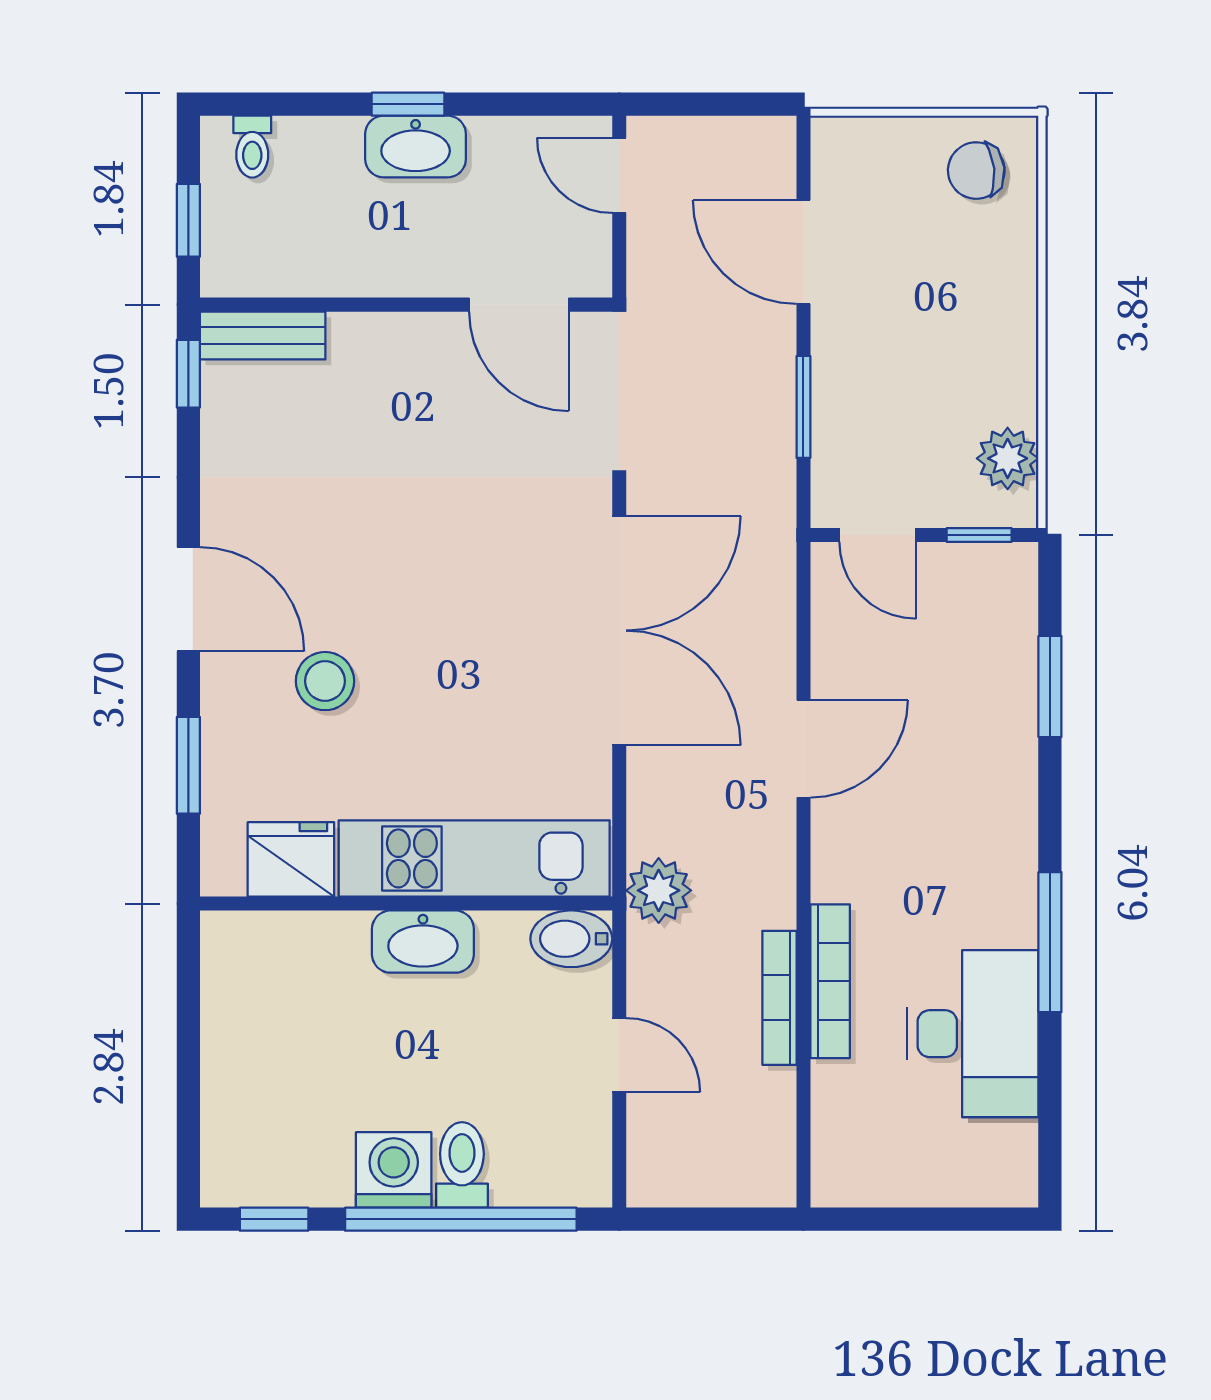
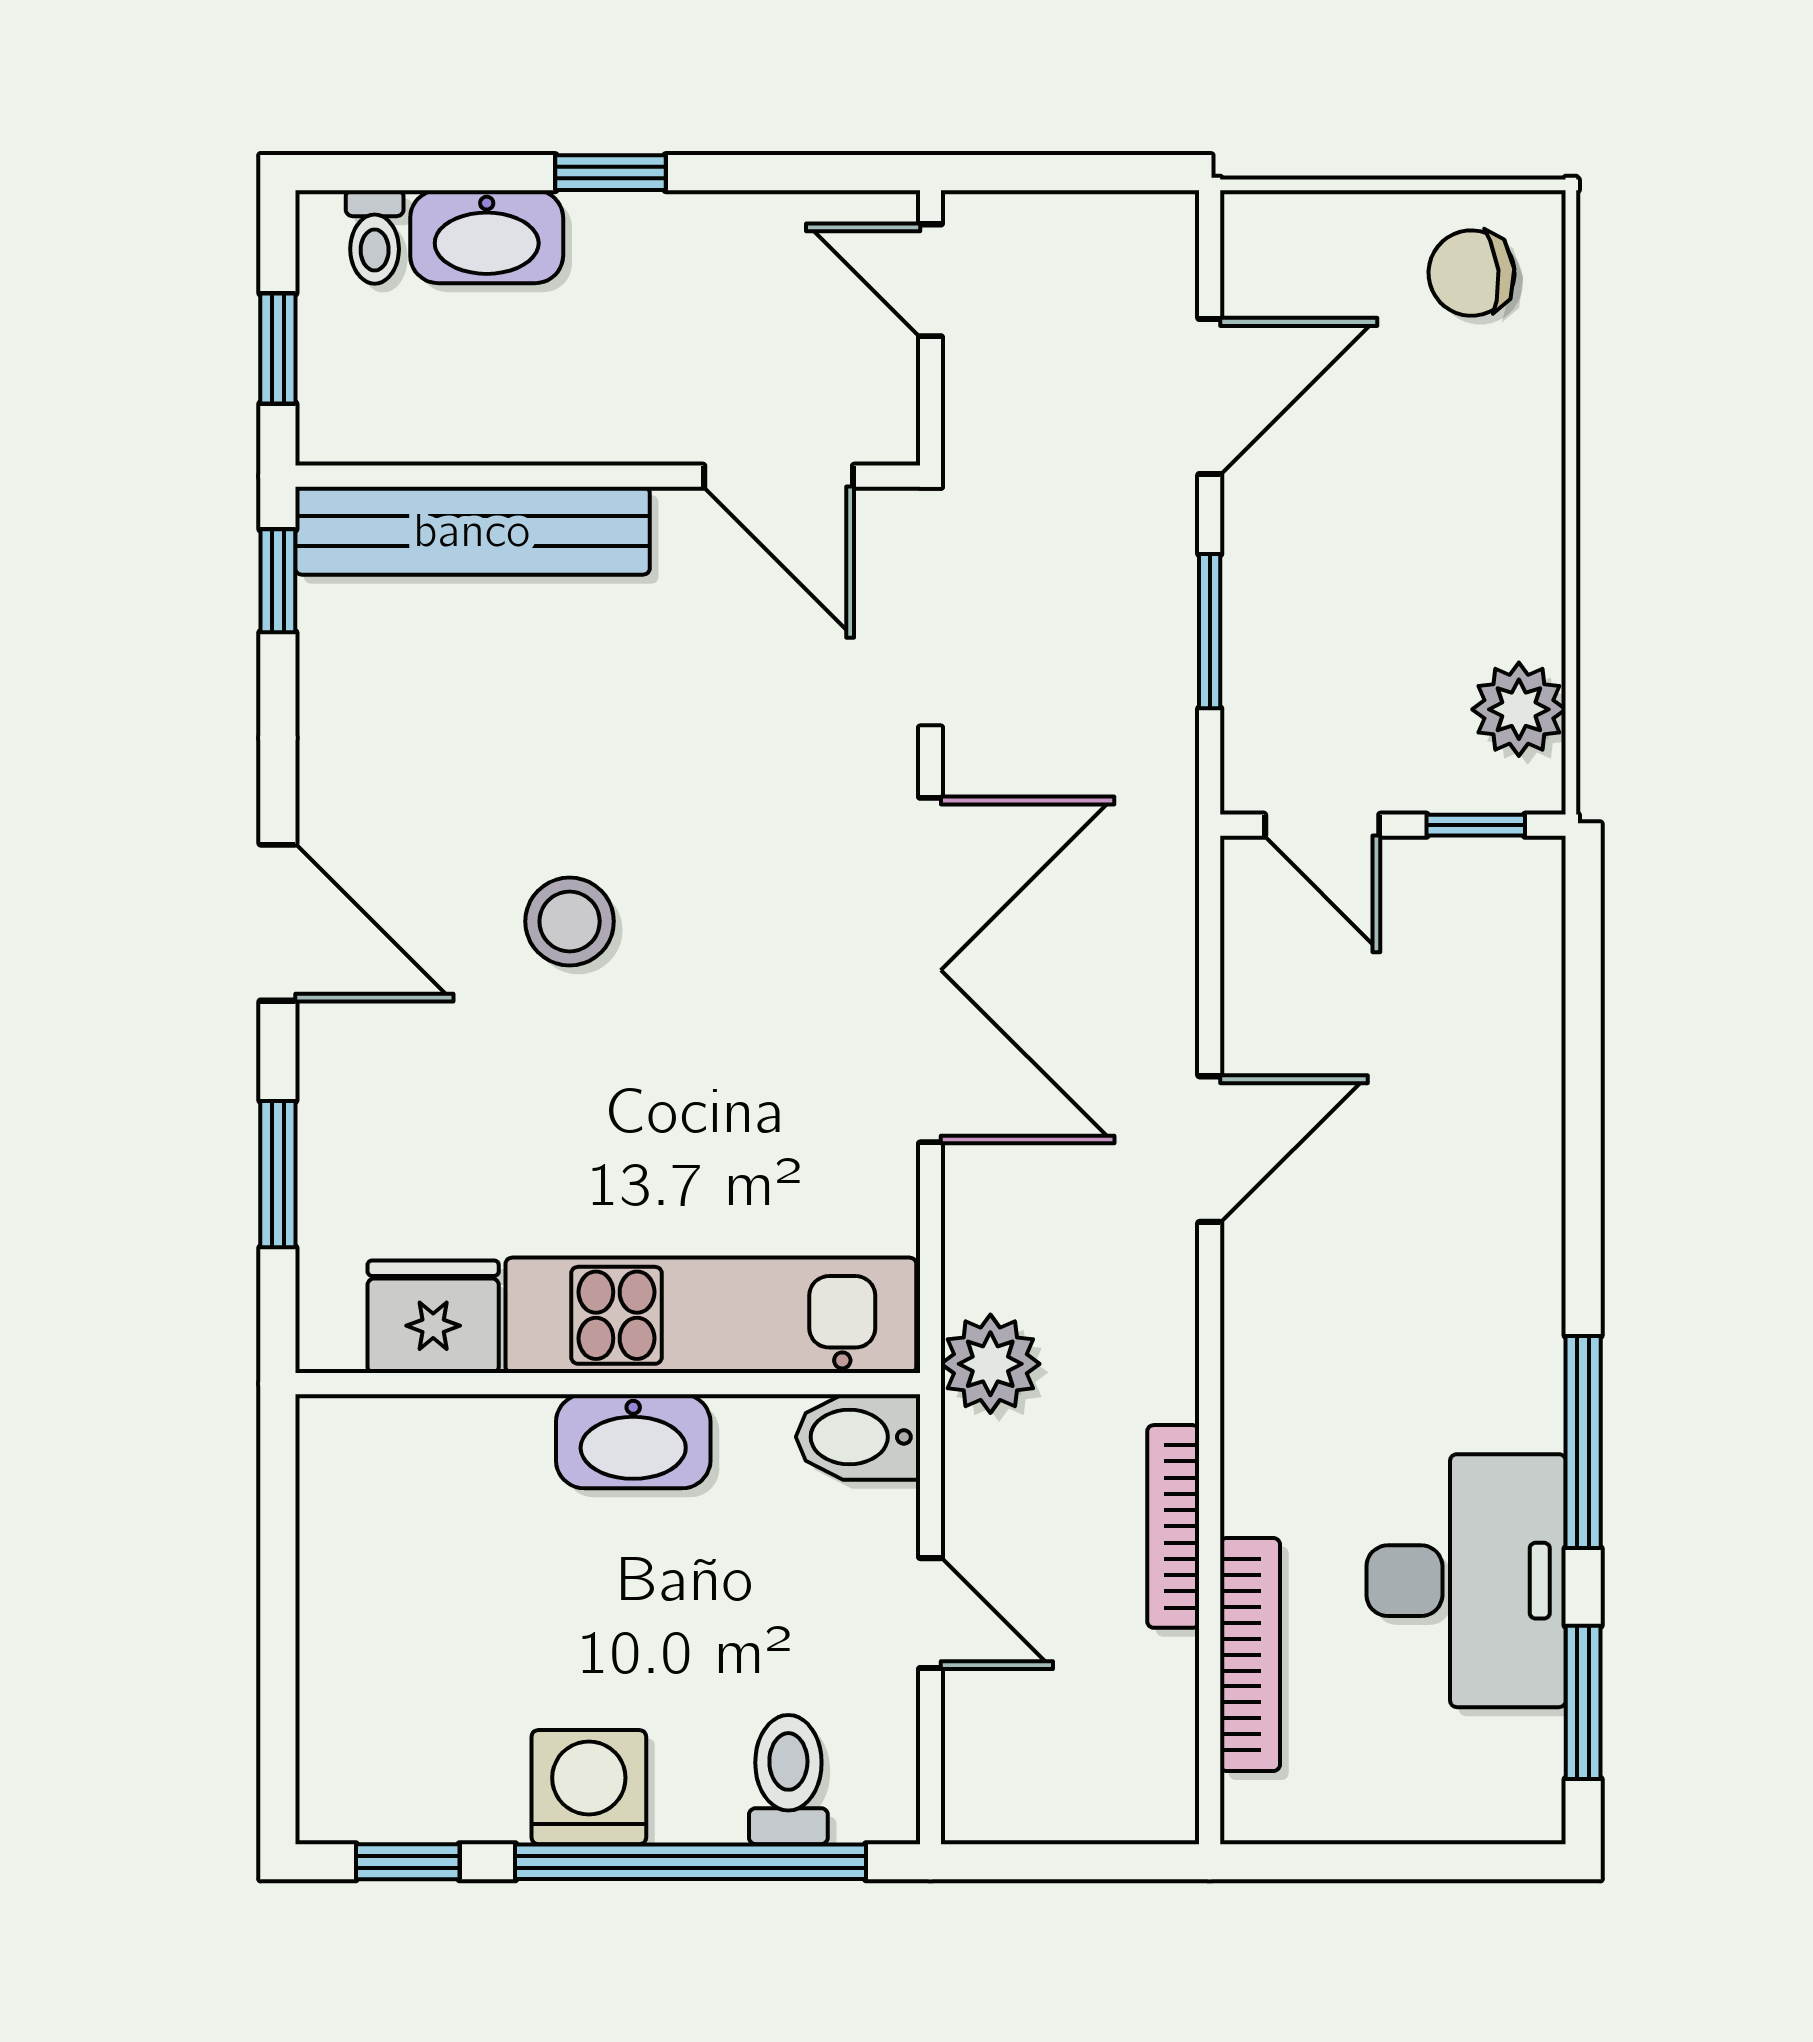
washbasin: (416, 147) -> (487, 237), moved
door: (803, 252) -> (1210, 396), swing flipped
bench: (263, 335) -> (472, 531), width x1.86, depth x1.21
stool: (325, 681) -> (570, 921), moved
window: (1050, 686) -> (1583, 1702), moved
bookcase: (830, 981) -> (1250, 1655), moved
toilet: (462, 1165) -> (788, 1780), moved

